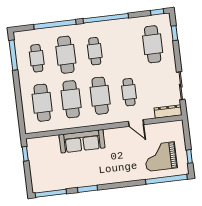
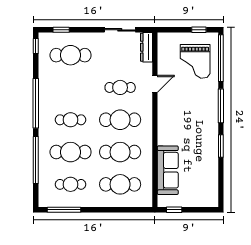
sofa: (82, 141) -> (168, 170), moved
window: (51, 193) -> (221, 106), moved

